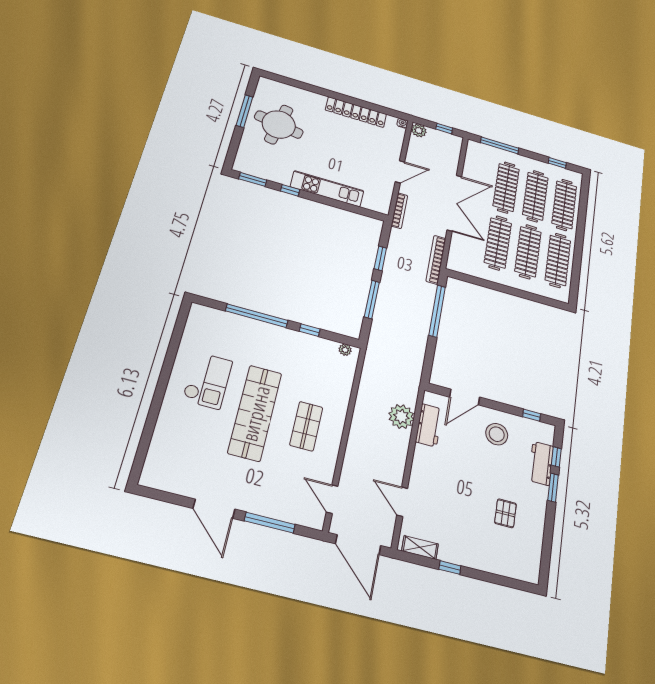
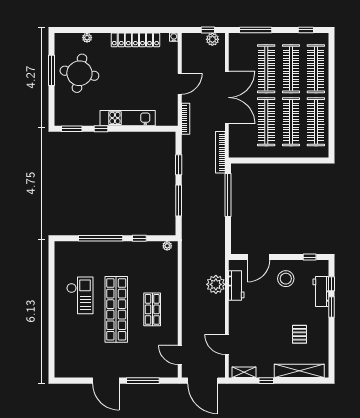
plant: (298, 92) -> (87, 38), added
plant: (419, 130) -> (212, 39), moved
shelving: (499, 565) -> (299, 371), added

